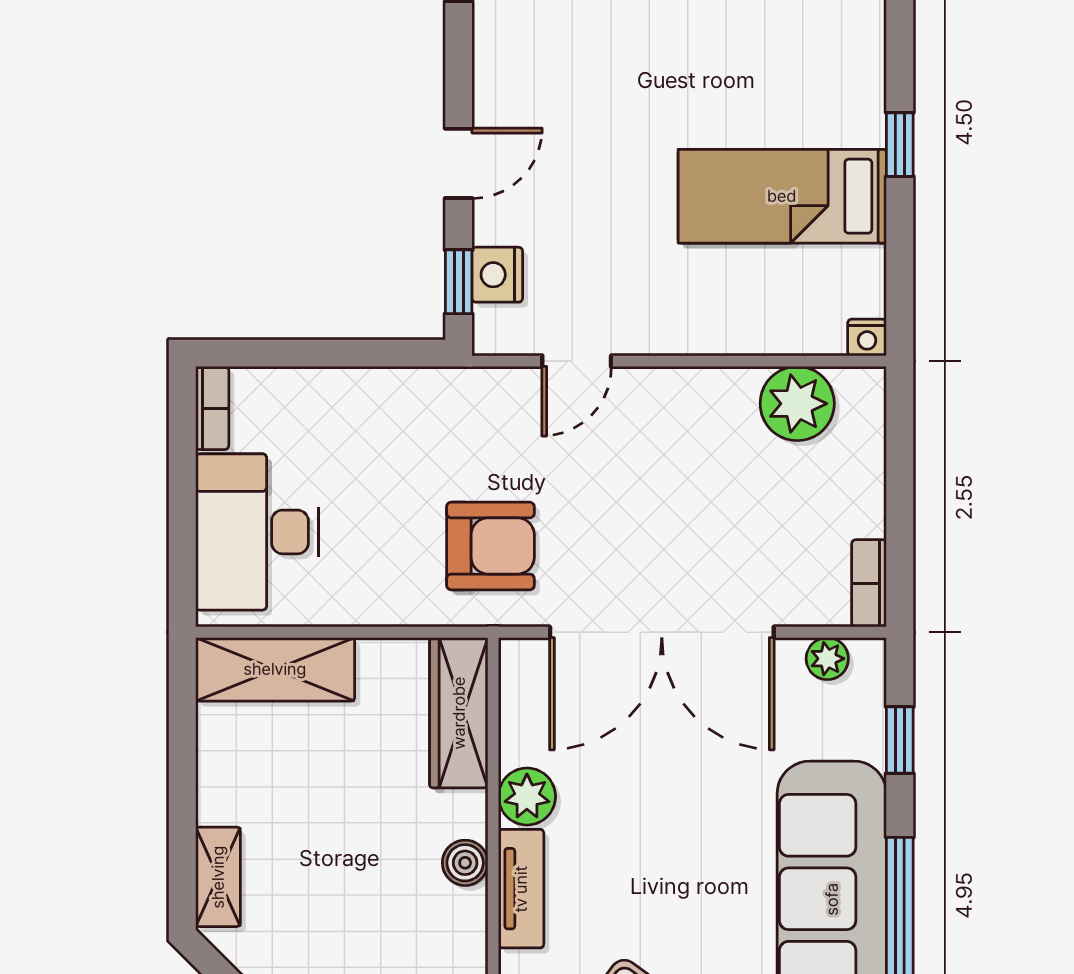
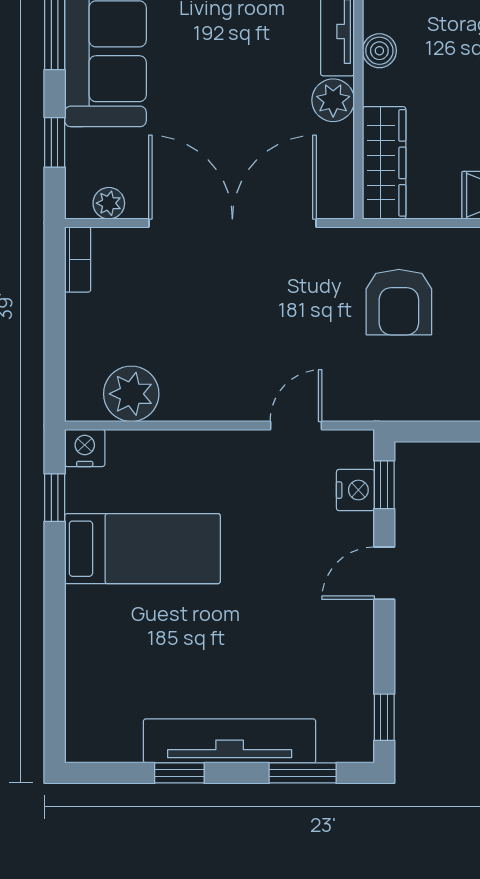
window: (900, 145) -> (55, 498), moved
nightstand: (867, 337) -> (85, 448), width x1.39, depth x1.35
armchair: (490, 546) -> (399, 302), moved, turned -90

